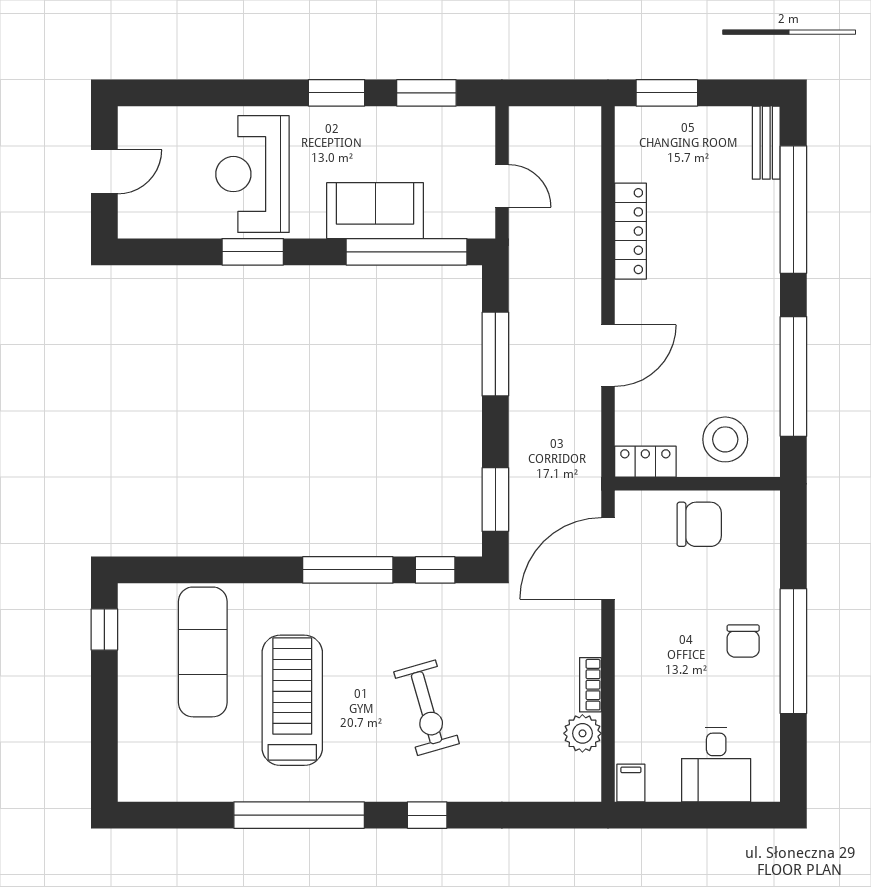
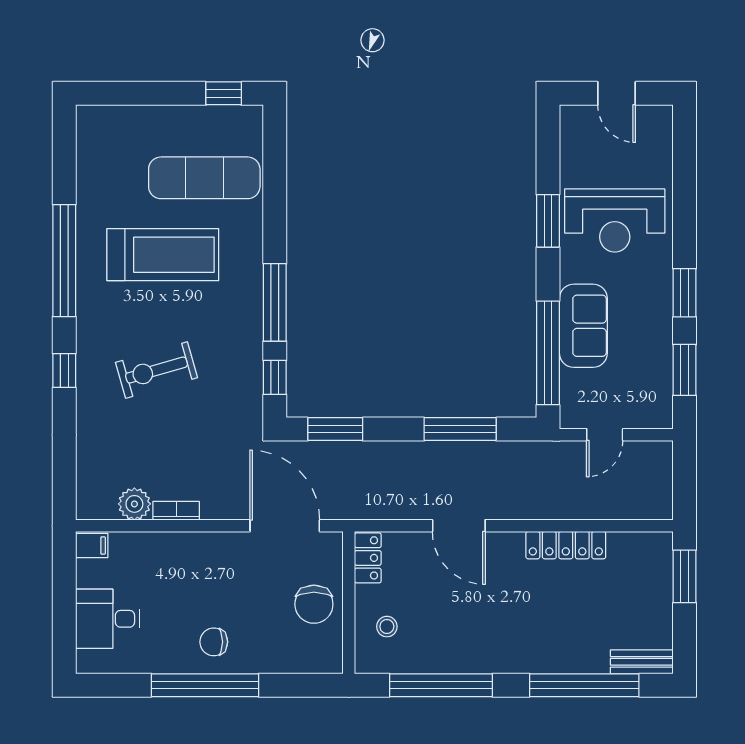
reception desk: (252, 174) -> (615, 220), turned 180
stool: (725, 439) -> (387, 627), width x0.53, depth x0.53

